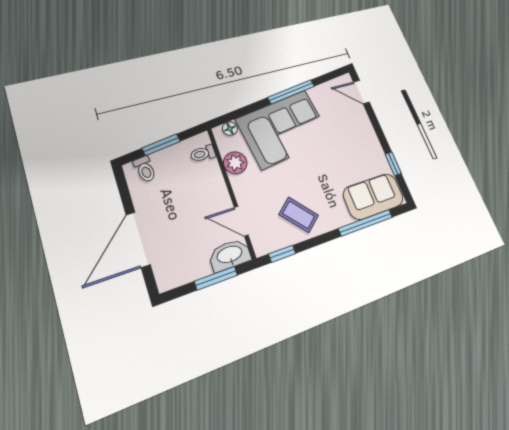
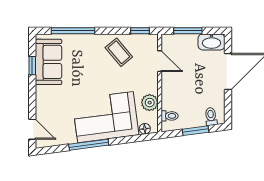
sofa: (373, 196) -> (48, 62), moved, turned -90
washbasin: (230, 255) -> (212, 42), moved

